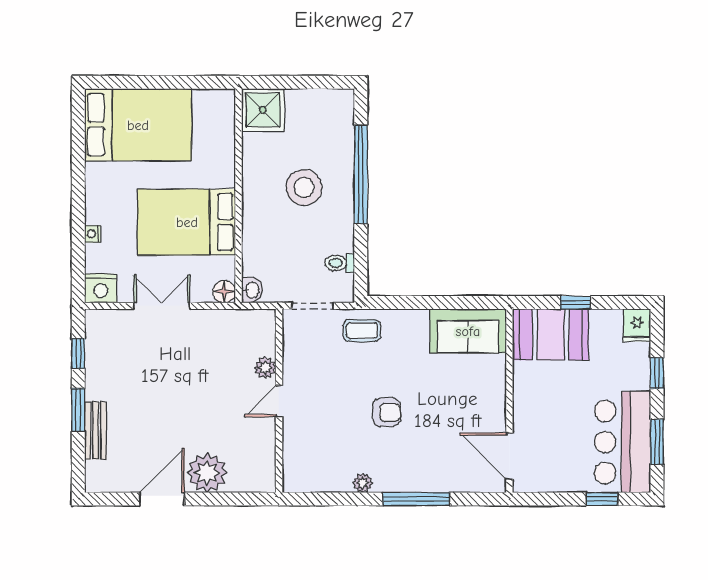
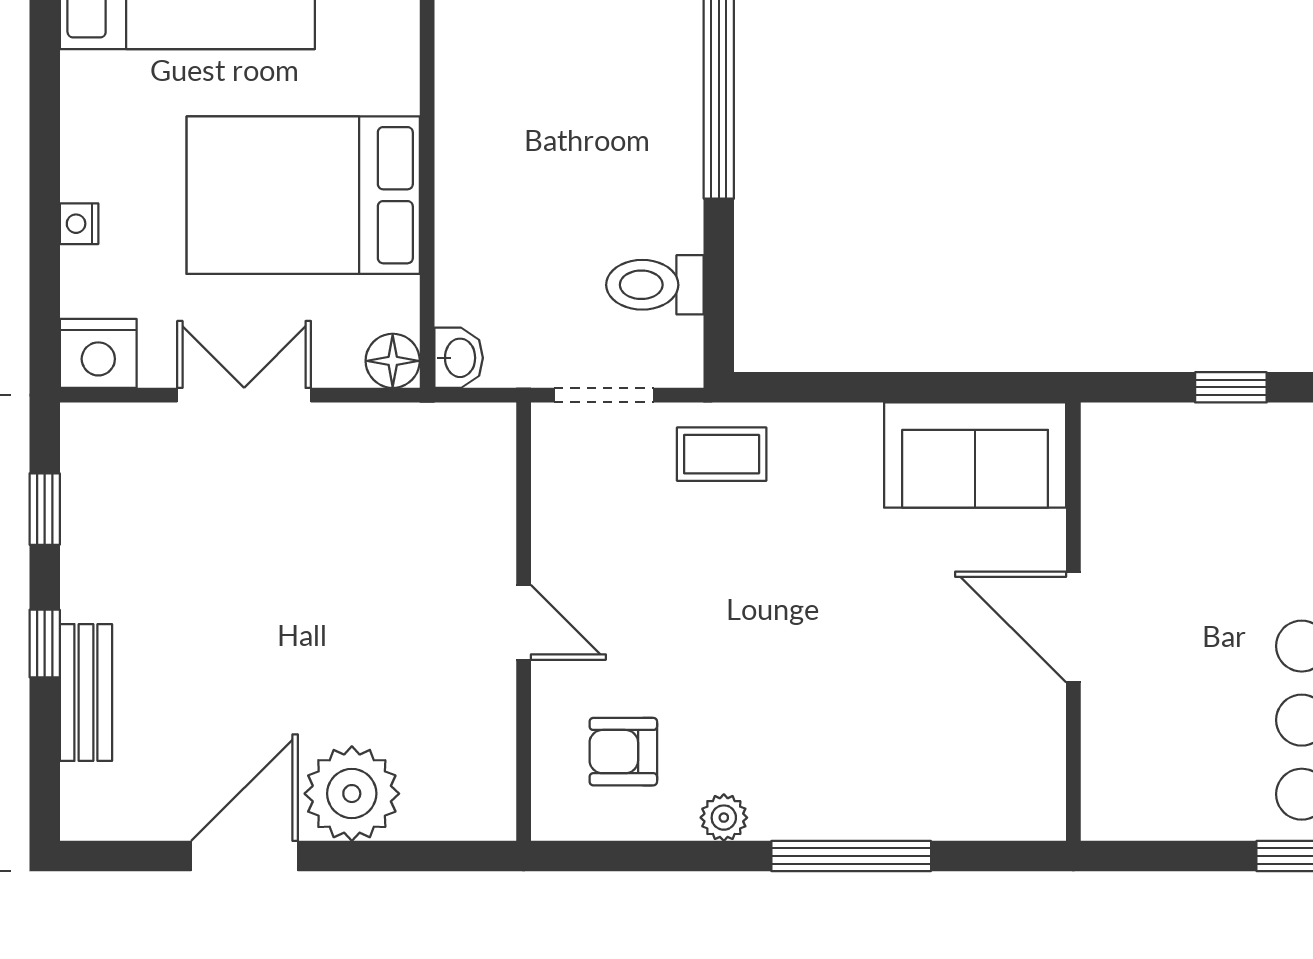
stool: (304, 188) -> (583, 113), removed
toilet: (340, 263) -> (655, 285), width x1.37, depth x1.39
booth: (551, 334) -> (1172, 463), removed
plant: (265, 368) -> (491, 543), removed
door: (279, 401) -> (524, 622), swing flipped
window: (78, 410) -> (45, 643), width x0.67
armchair: (387, 412) -> (623, 752), moved, turned 180
door: (509, 456) -> (1073, 627), moved

